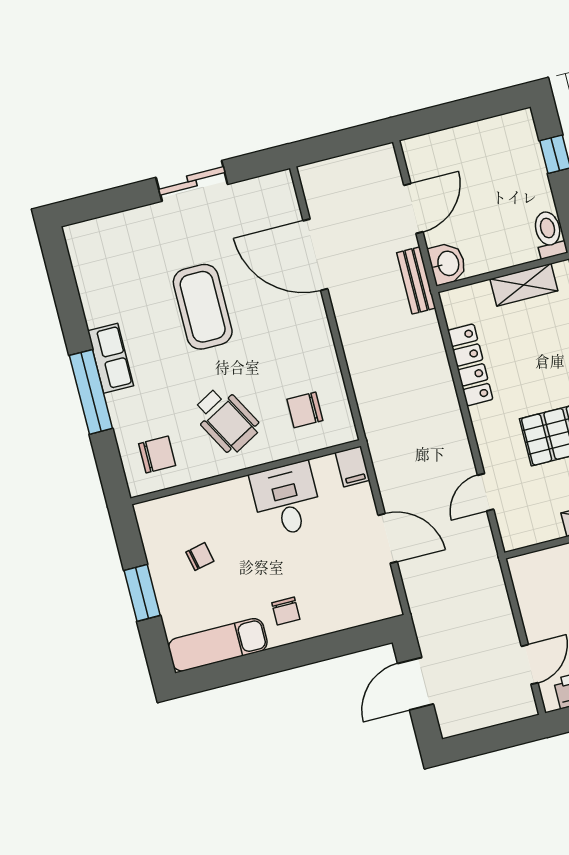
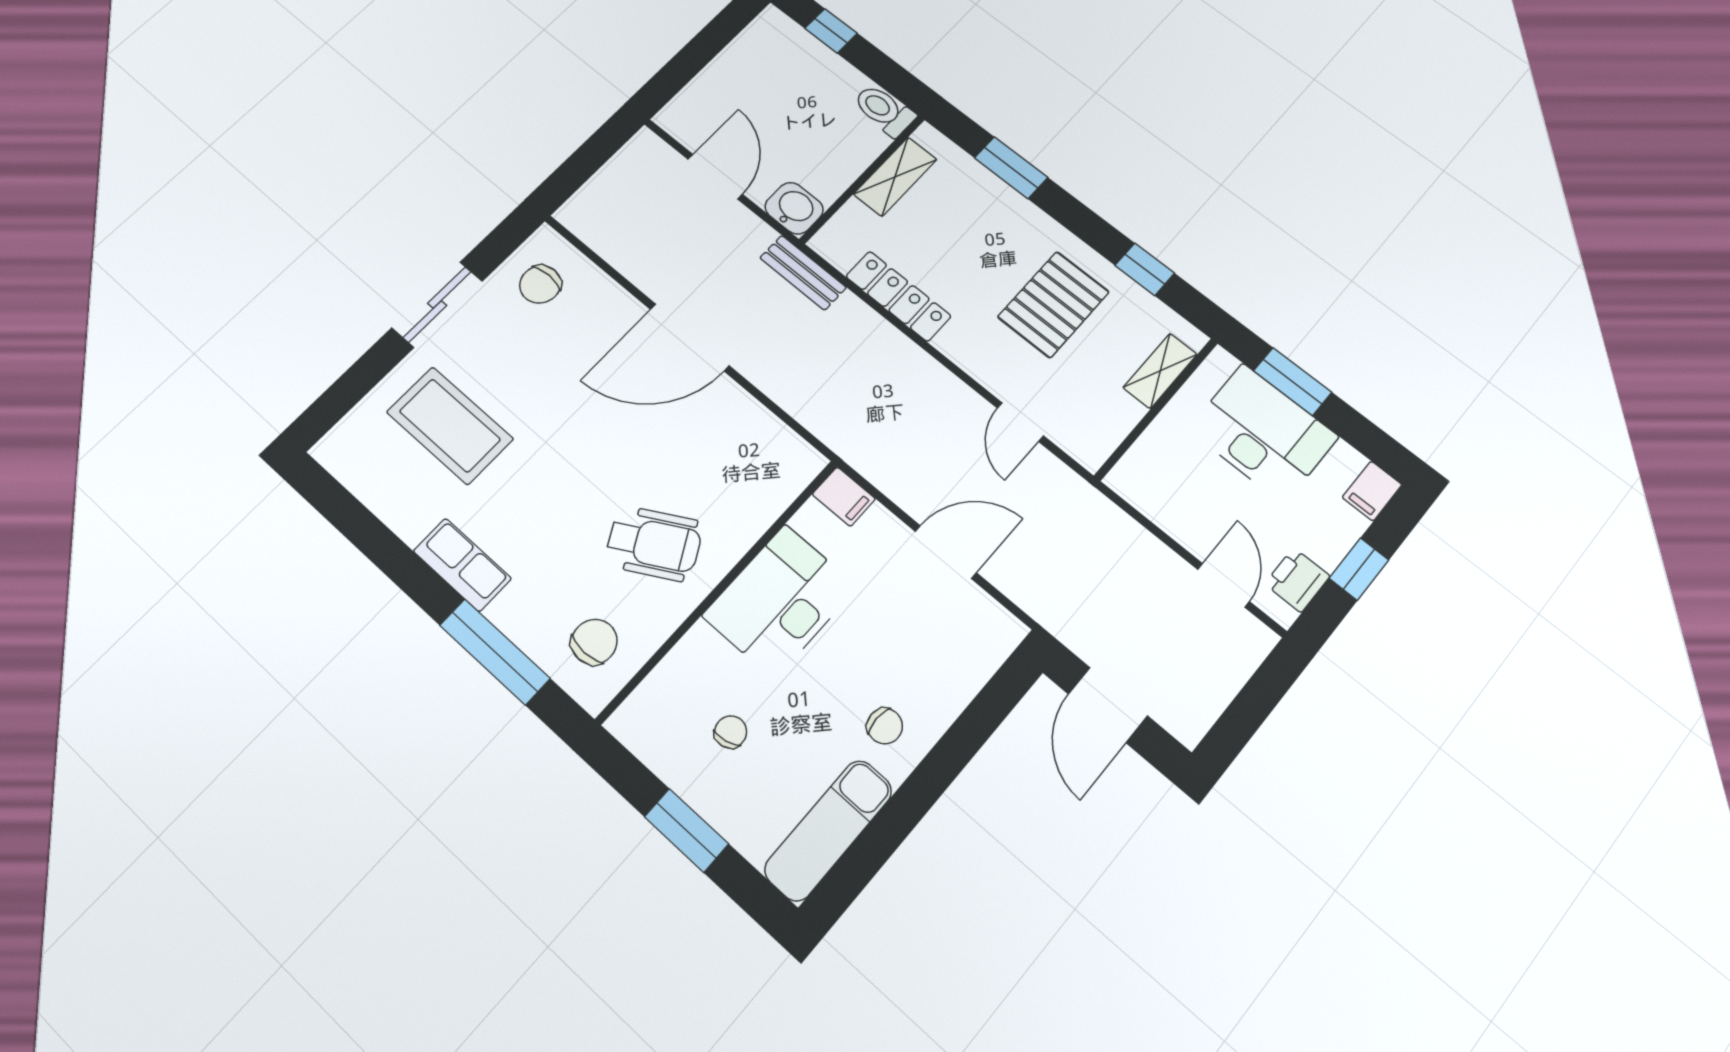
door: (315, 255) -> (690, 337), moved
bench: (416, 280) -> (803, 273), moved
coffee table: (203, 307) -> (450, 425), moved
window: (91, 392) -> (495, 652), moved
chair: (305, 410) -> (540, 284), moved
desk: (286, 499) -> (780, 601), width x1.37

